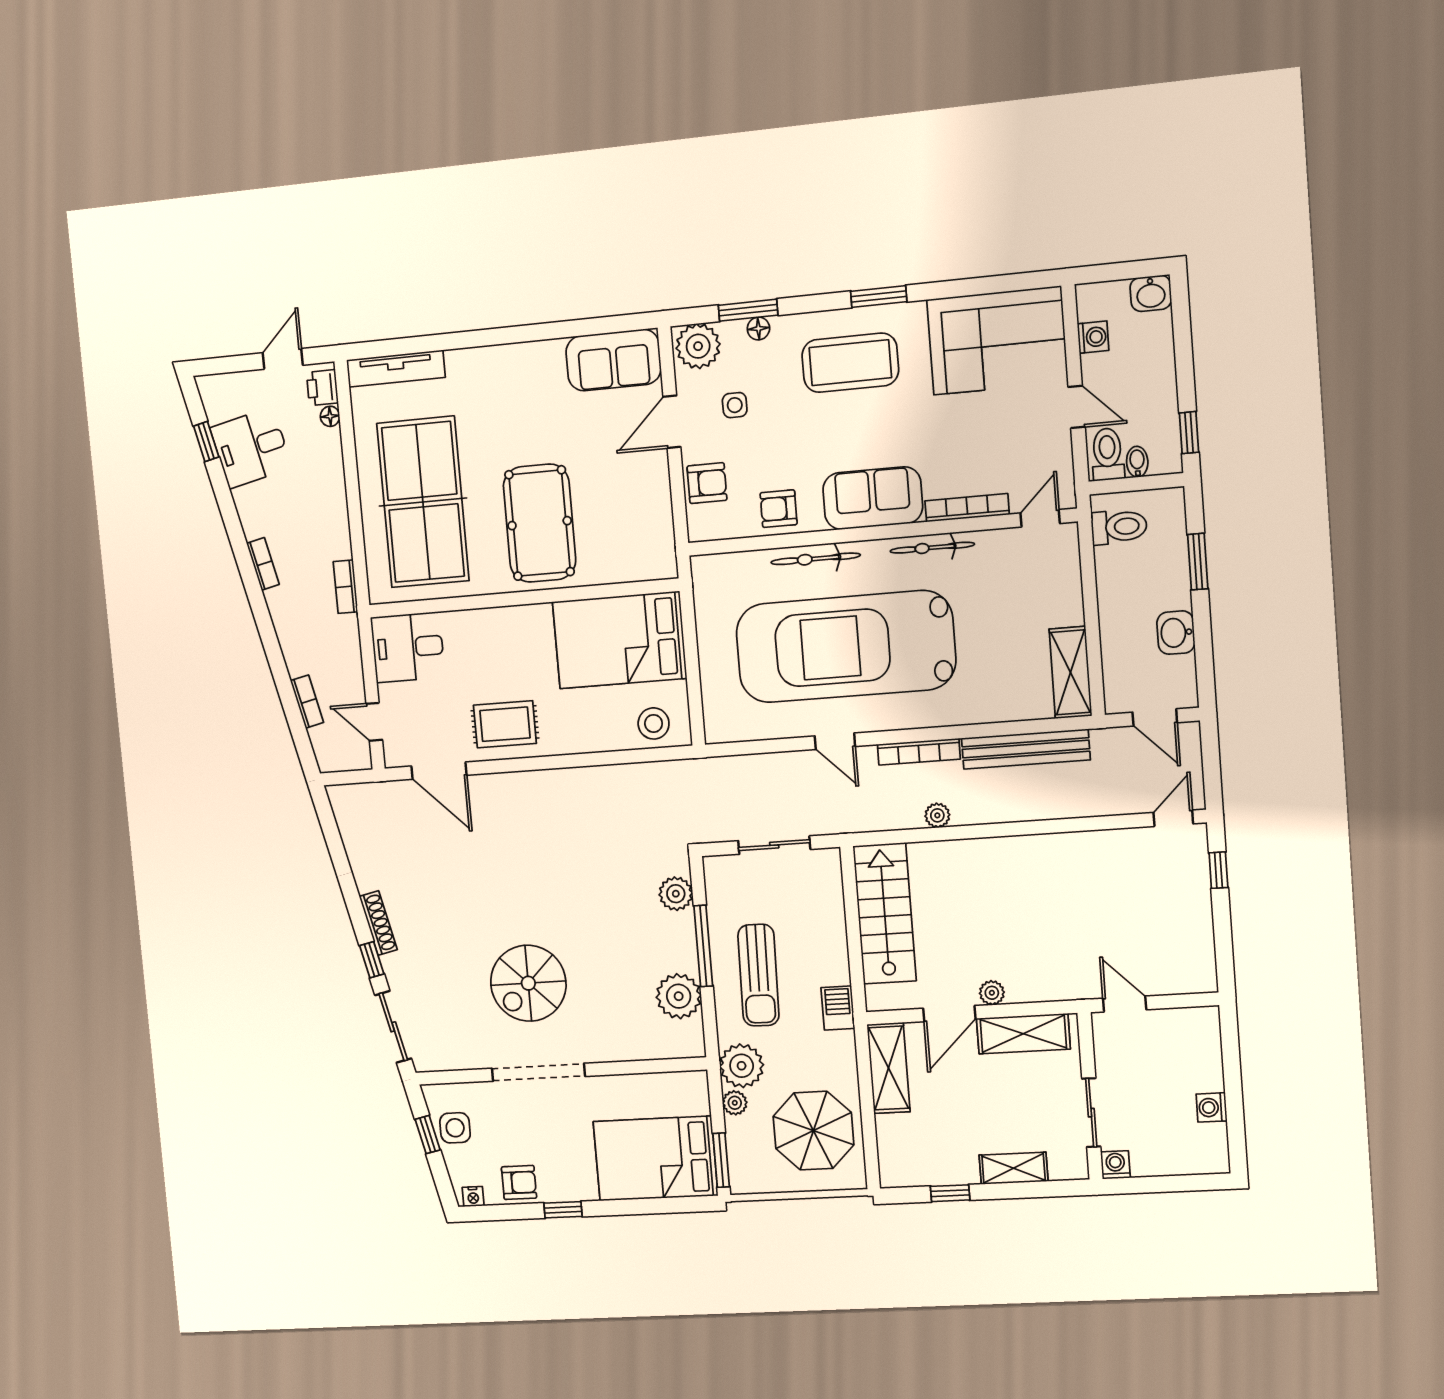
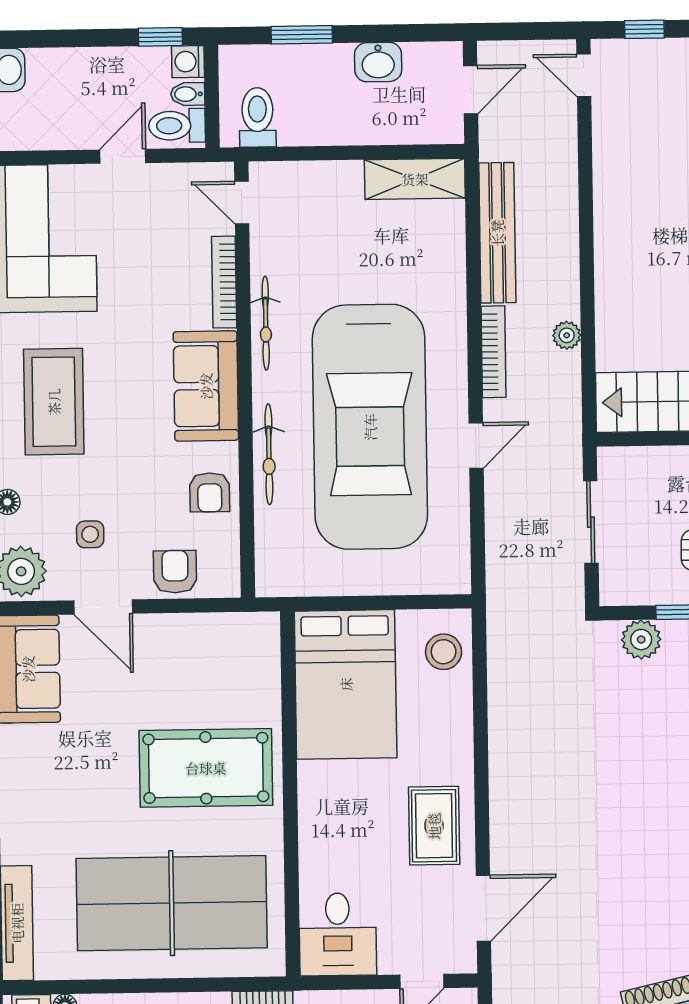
washing machine: (1093, 337) -> (188, 62), moved, turned -90

